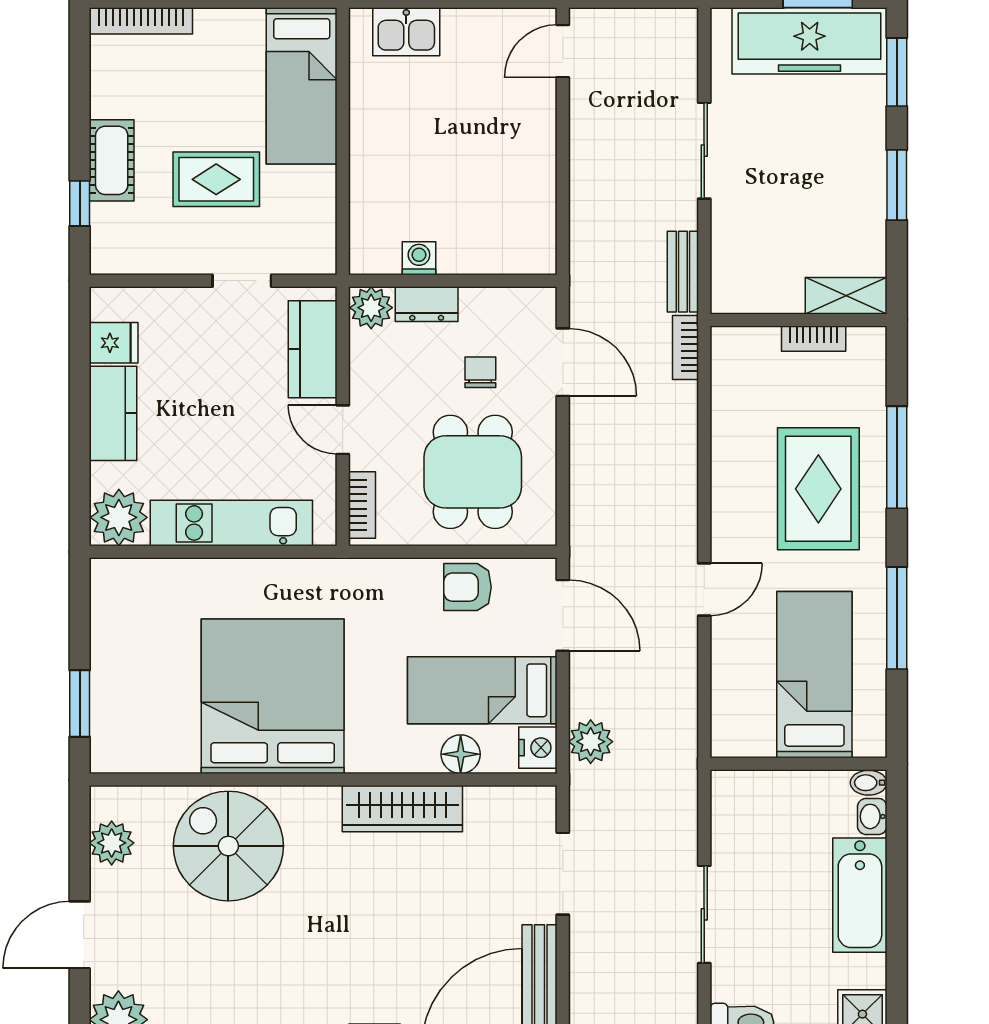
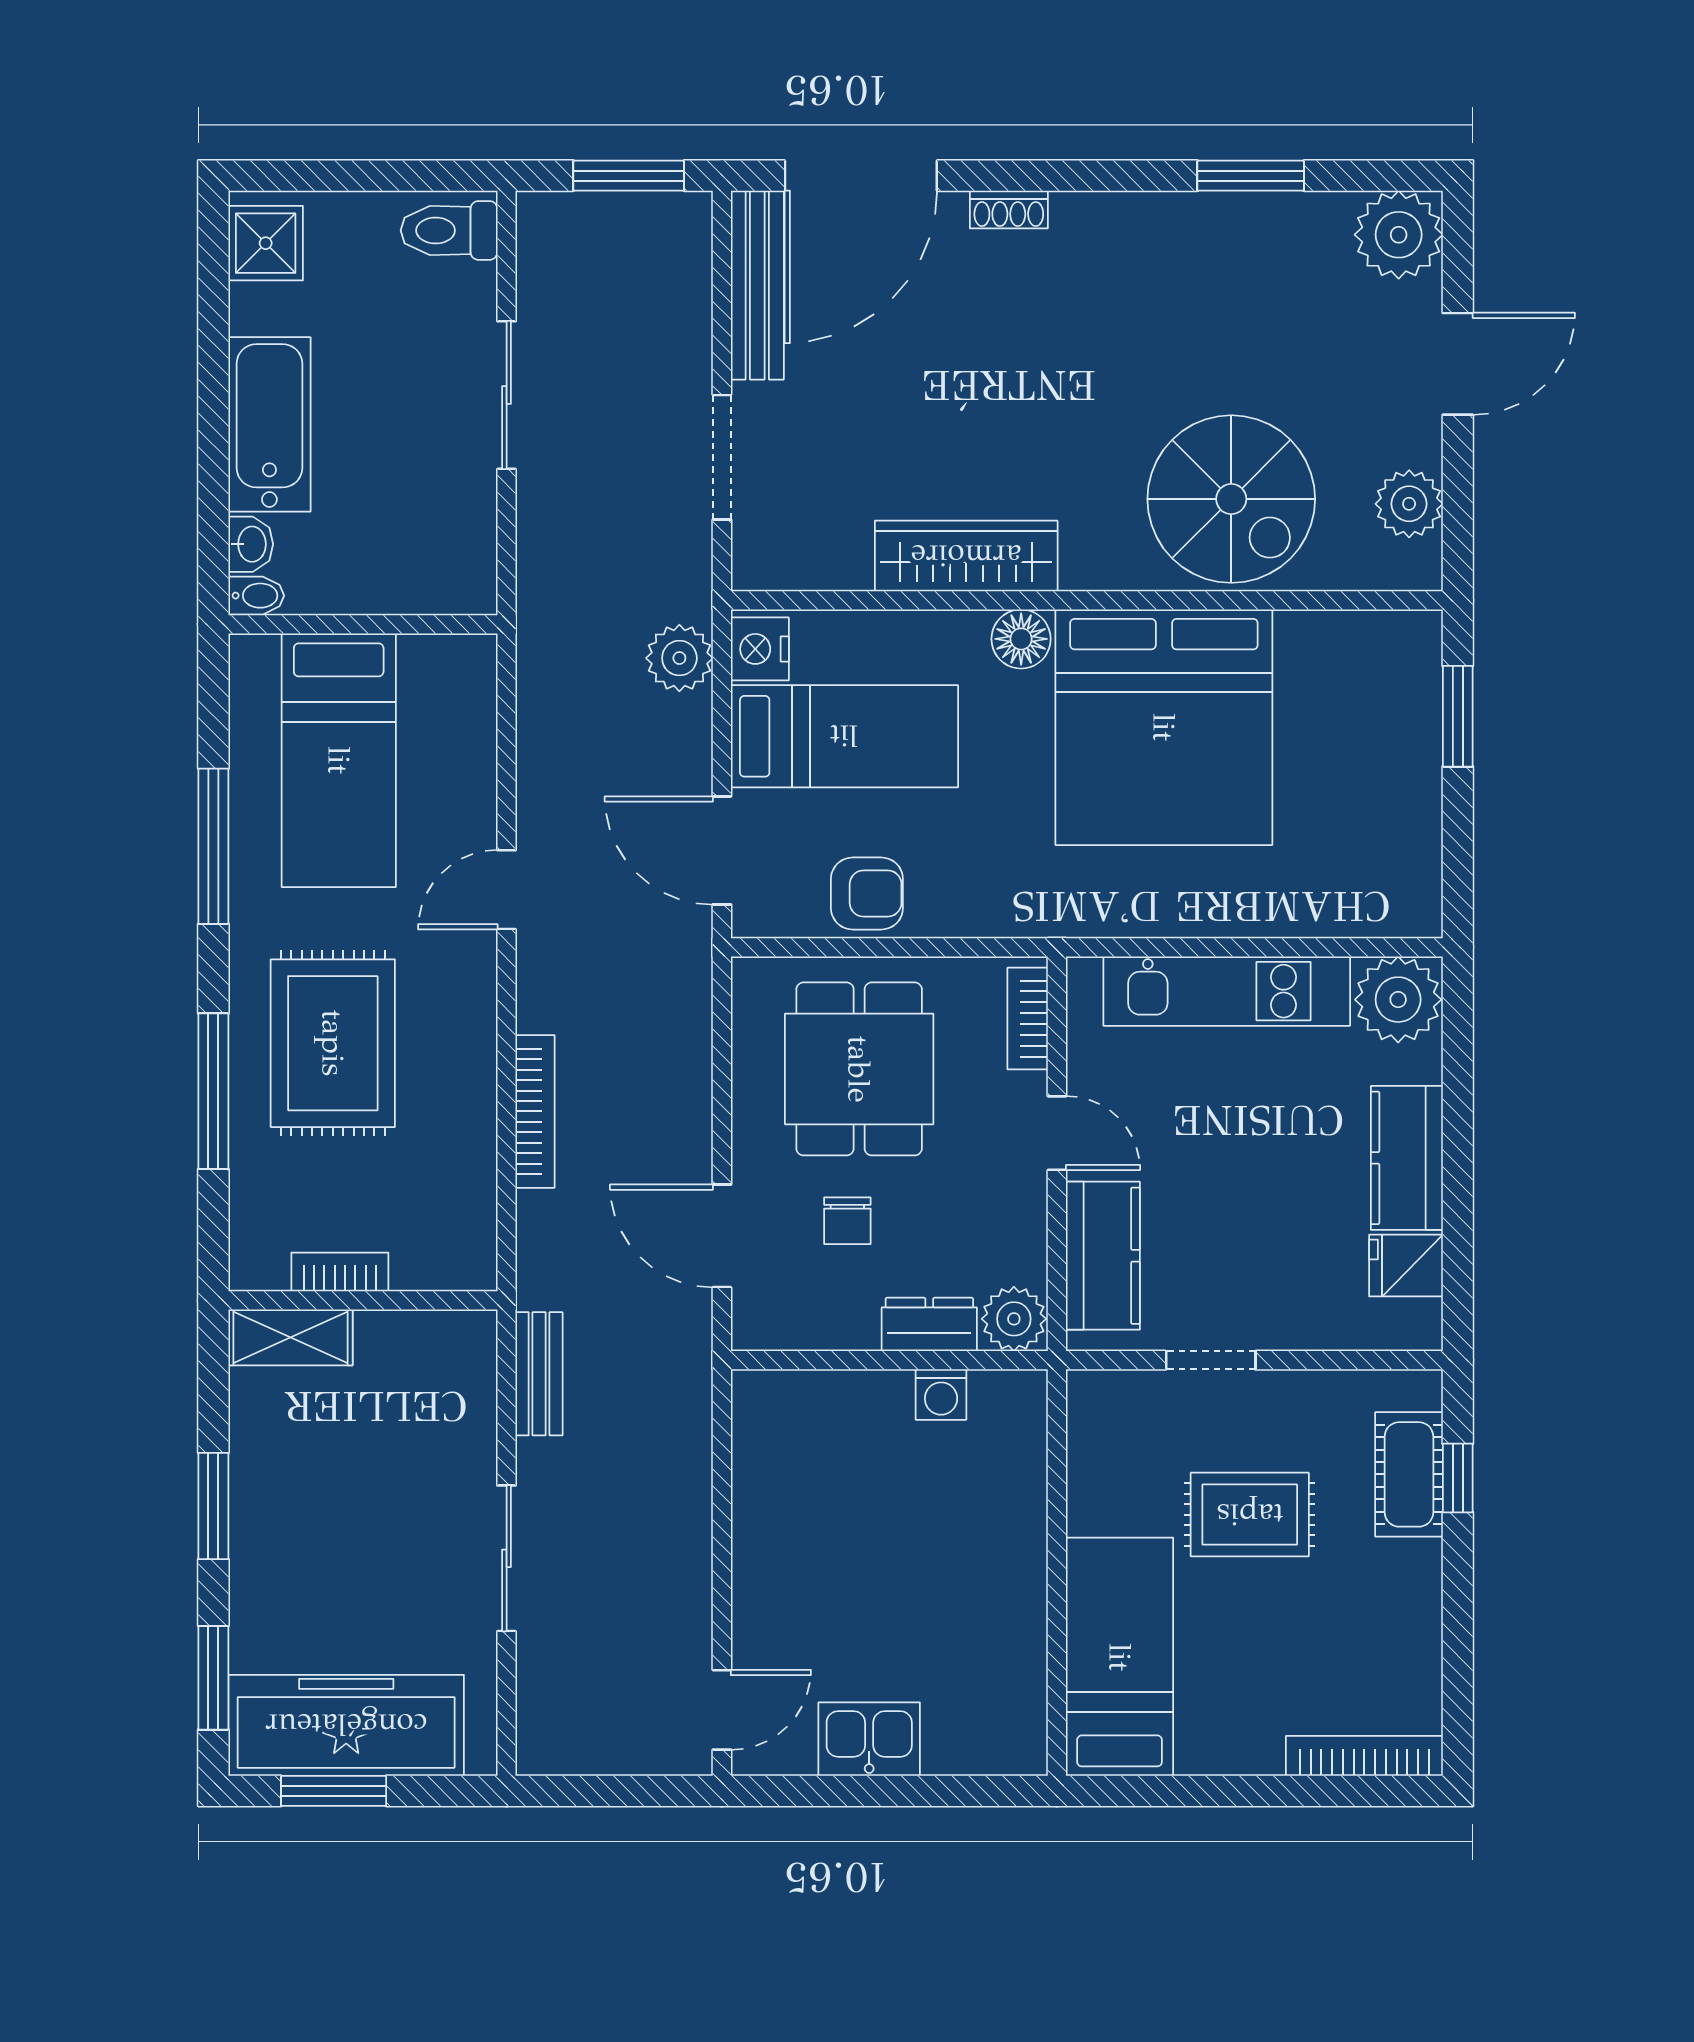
kitchen sink: (406, 32) -> (869, 1739), moved
cot: (112, 160) -> (1409, 1474), moved
bookcase: (686, 347) -> (535, 1111), moved, width x1.56
floor lamp: (461, 754) -> (1021, 639), moved

